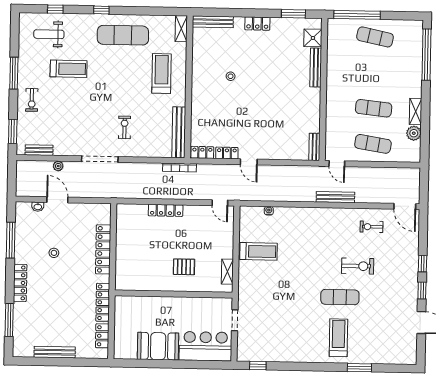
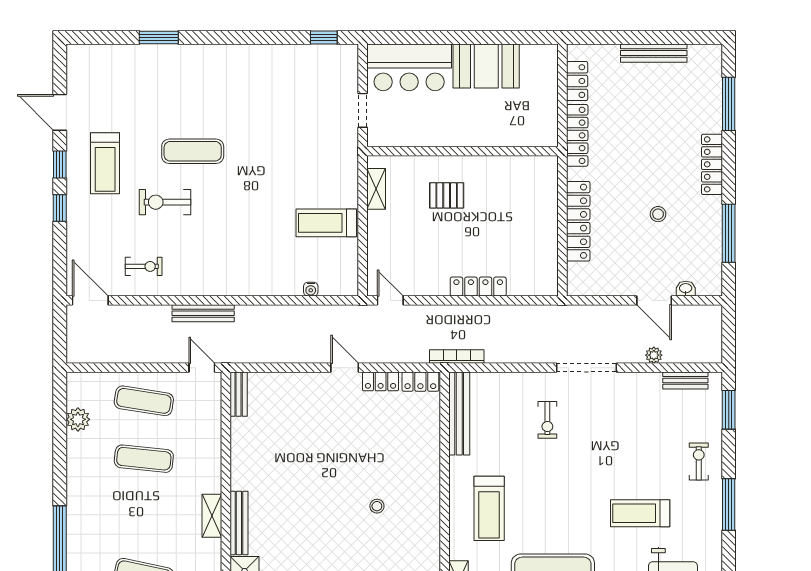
shelving: (416, 112) -> (212, 516), moved
treadmill: (338, 338) -> (105, 163), moved

